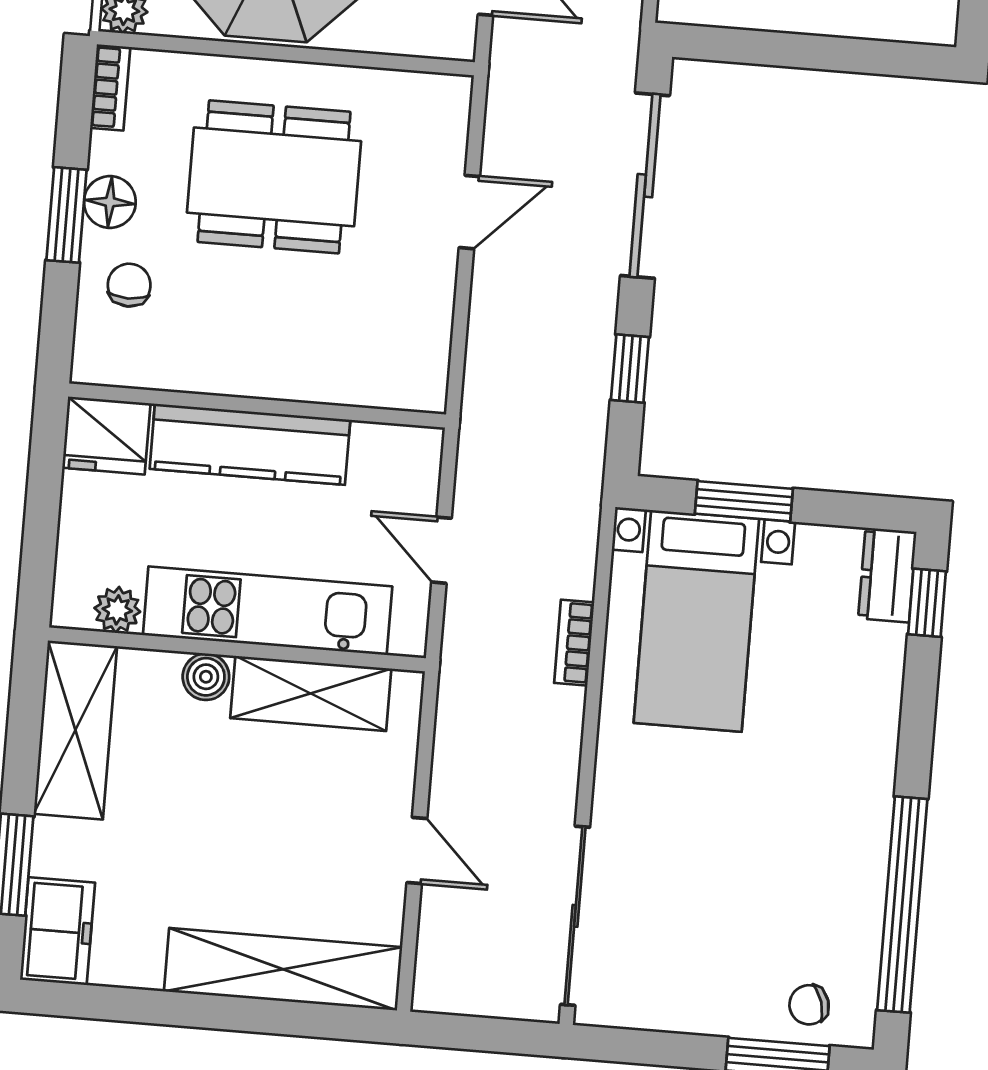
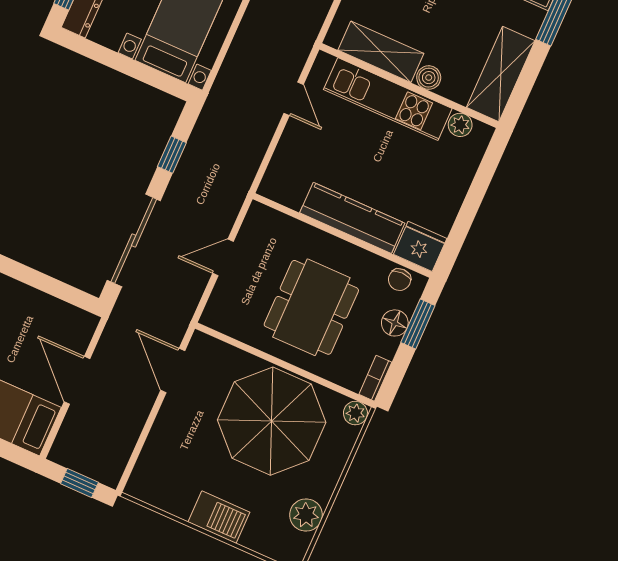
dining table: (274, 177) -> (311, 307), turned 90
wall: (257, 406) -> (342, 235), moved
fridge: (106, 436) -> (420, 246), moved
kitchen counter: (250, 444) -> (352, 218), moved
window: (744, 501) -> (139, 71), removed
bookcase: (574, 643) -> (245, 32), removed

